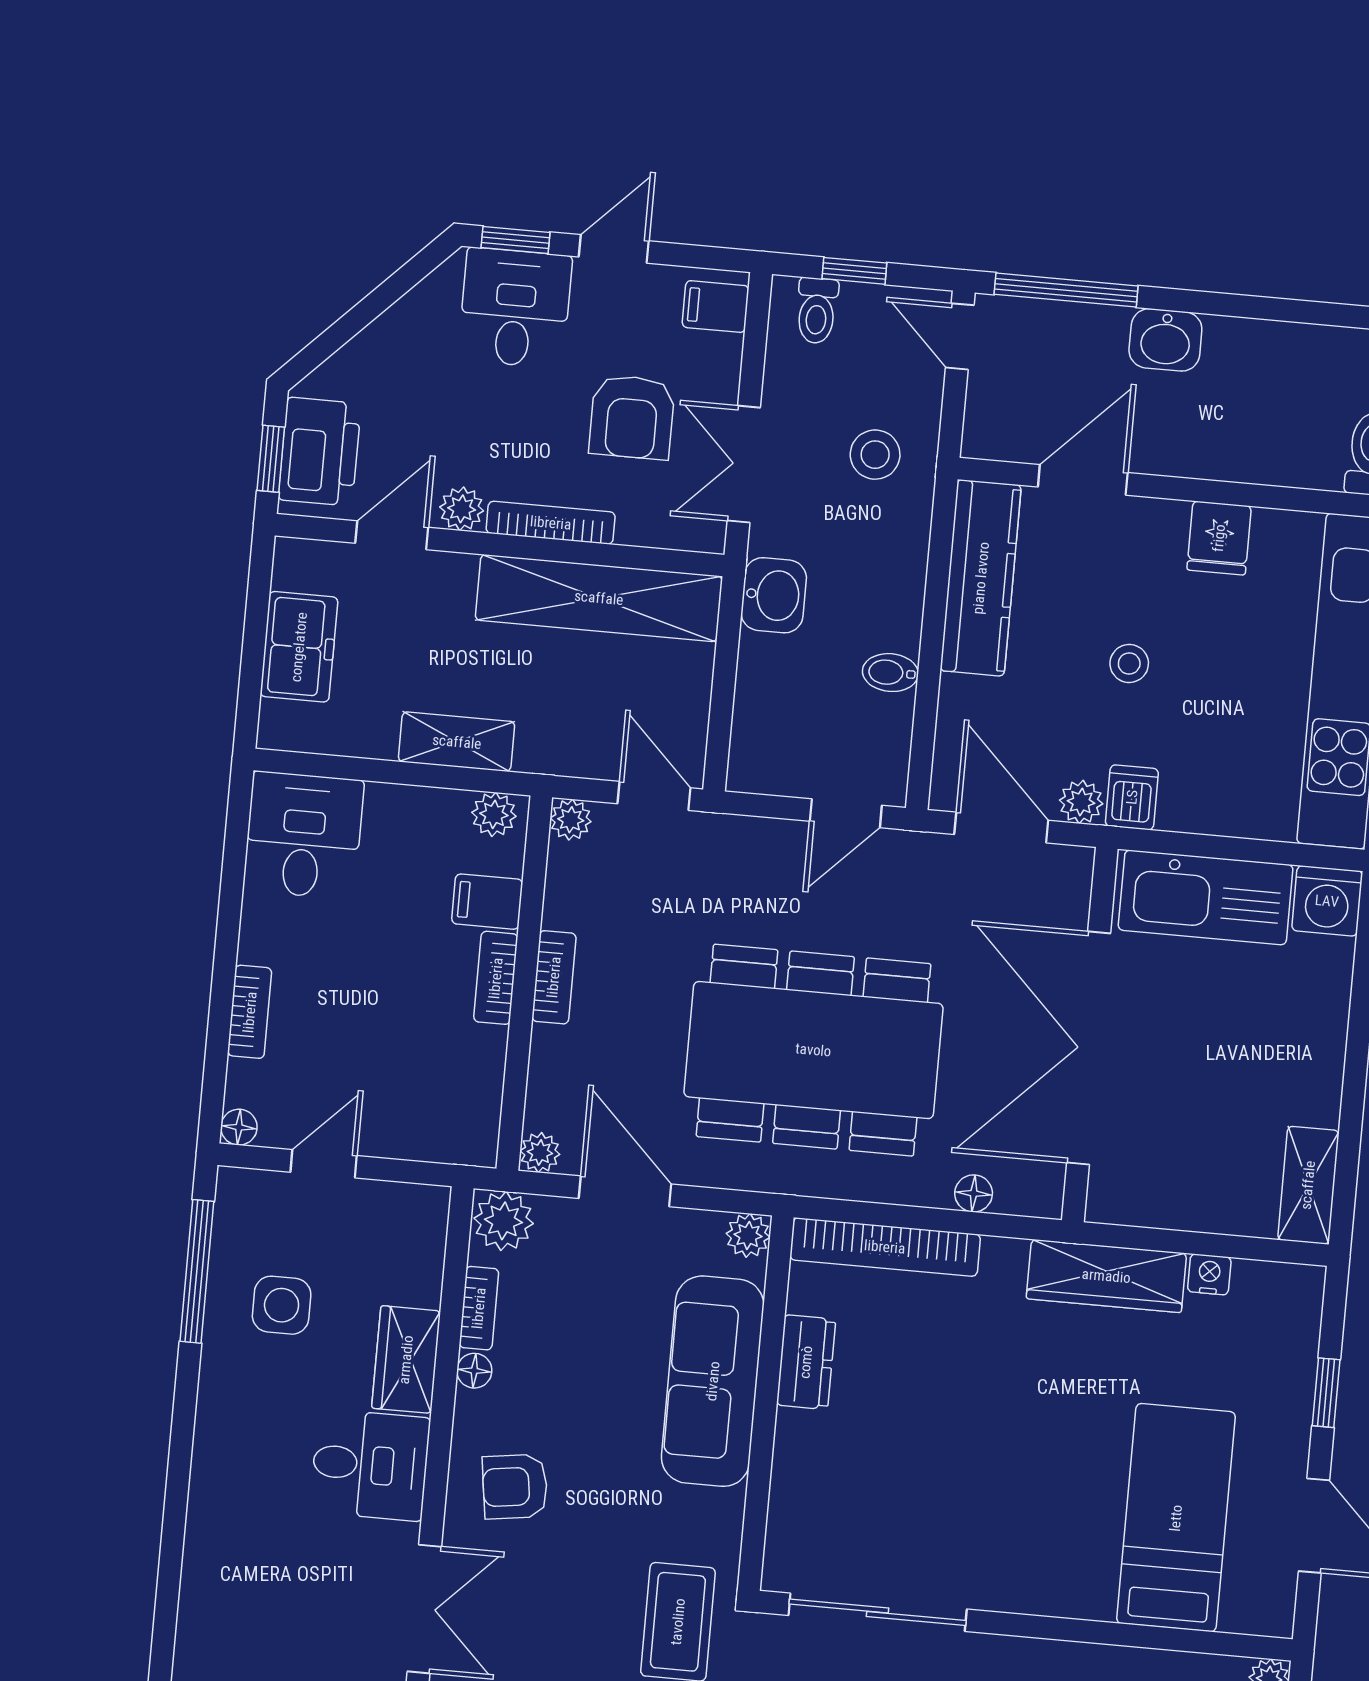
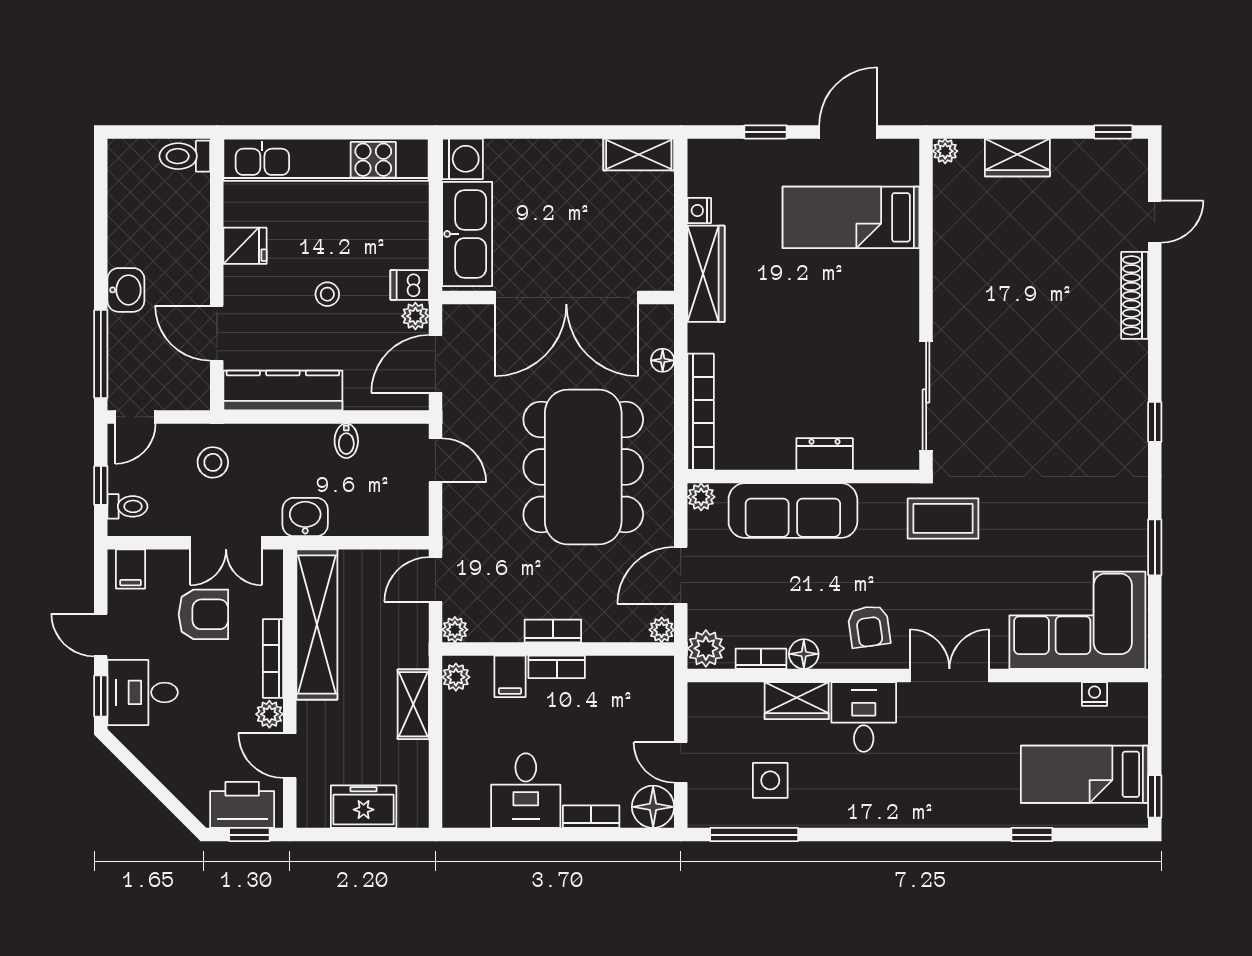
desk: (303, 835) -> (526, 791), moved, turned -90
floor lamp: (239, 1127) -> (653, 807), width x1.89, depth x1.89
dresser: (806, 1362) -> (825, 454), moved
floor lamp: (474, 1371) -> (804, 654), width x1.37, depth x1.37

